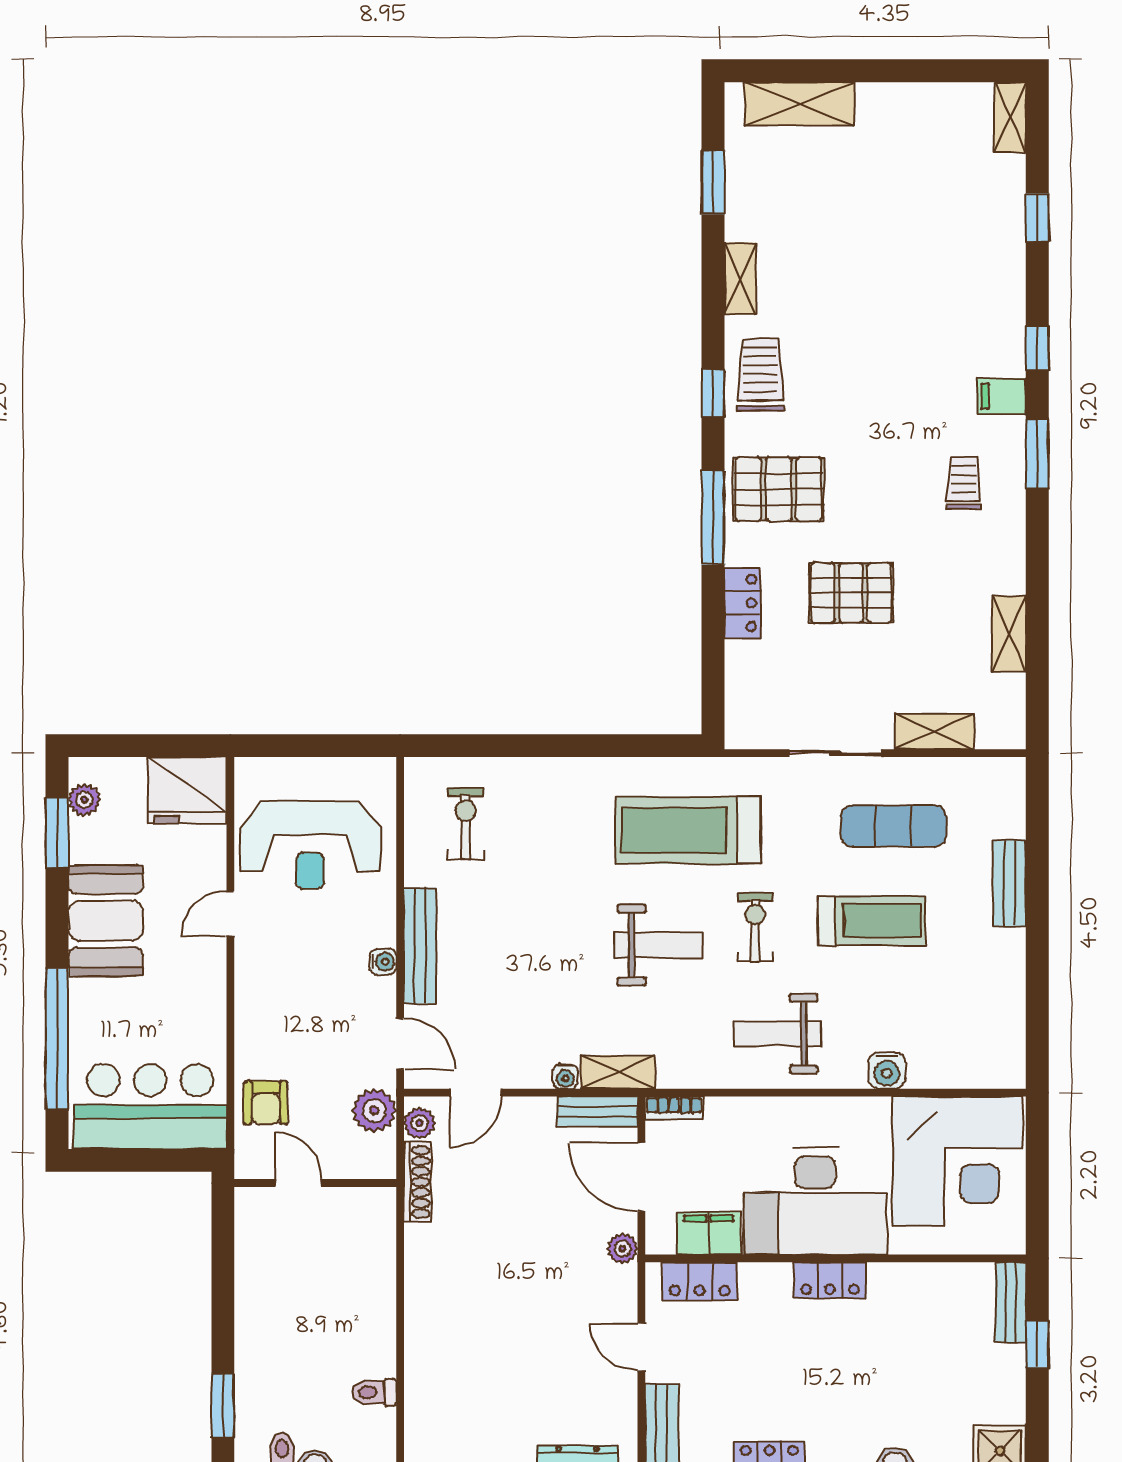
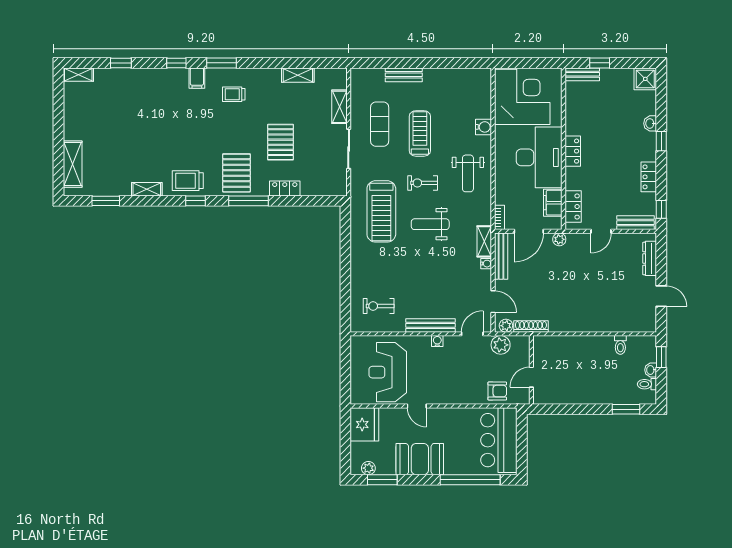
reception desk: (310, 845) -> (388, 372), turned 180
weight bench: (658, 945) -> (430, 224), turned -90
bench: (598, 1112) -> (501, 256), width x1.36

